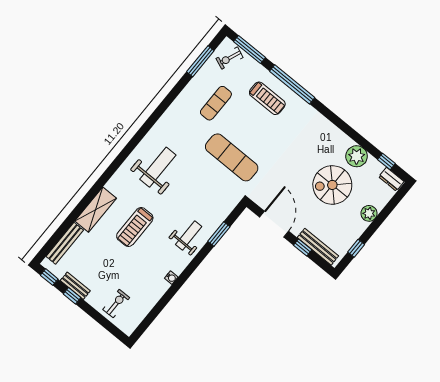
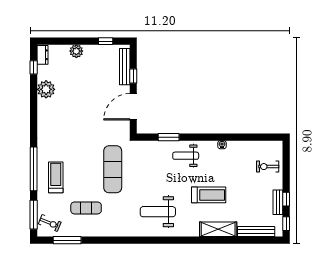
spiral stairs: (332, 185) -> (77, 90), removed

